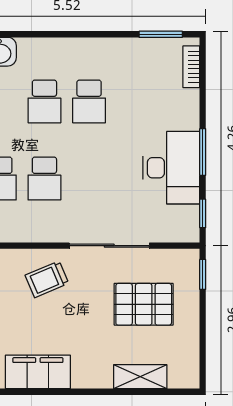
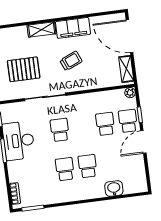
school desk: (44, 179) -> (60, 130), moved
trolley: (47, 279) -> (71, 61), moved
shelving: (140, 377) -> (42, 29), moved

